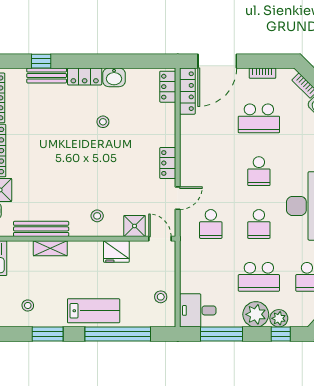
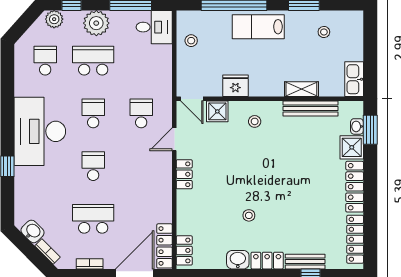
plant: (279, 318) -> (54, 19), moved

